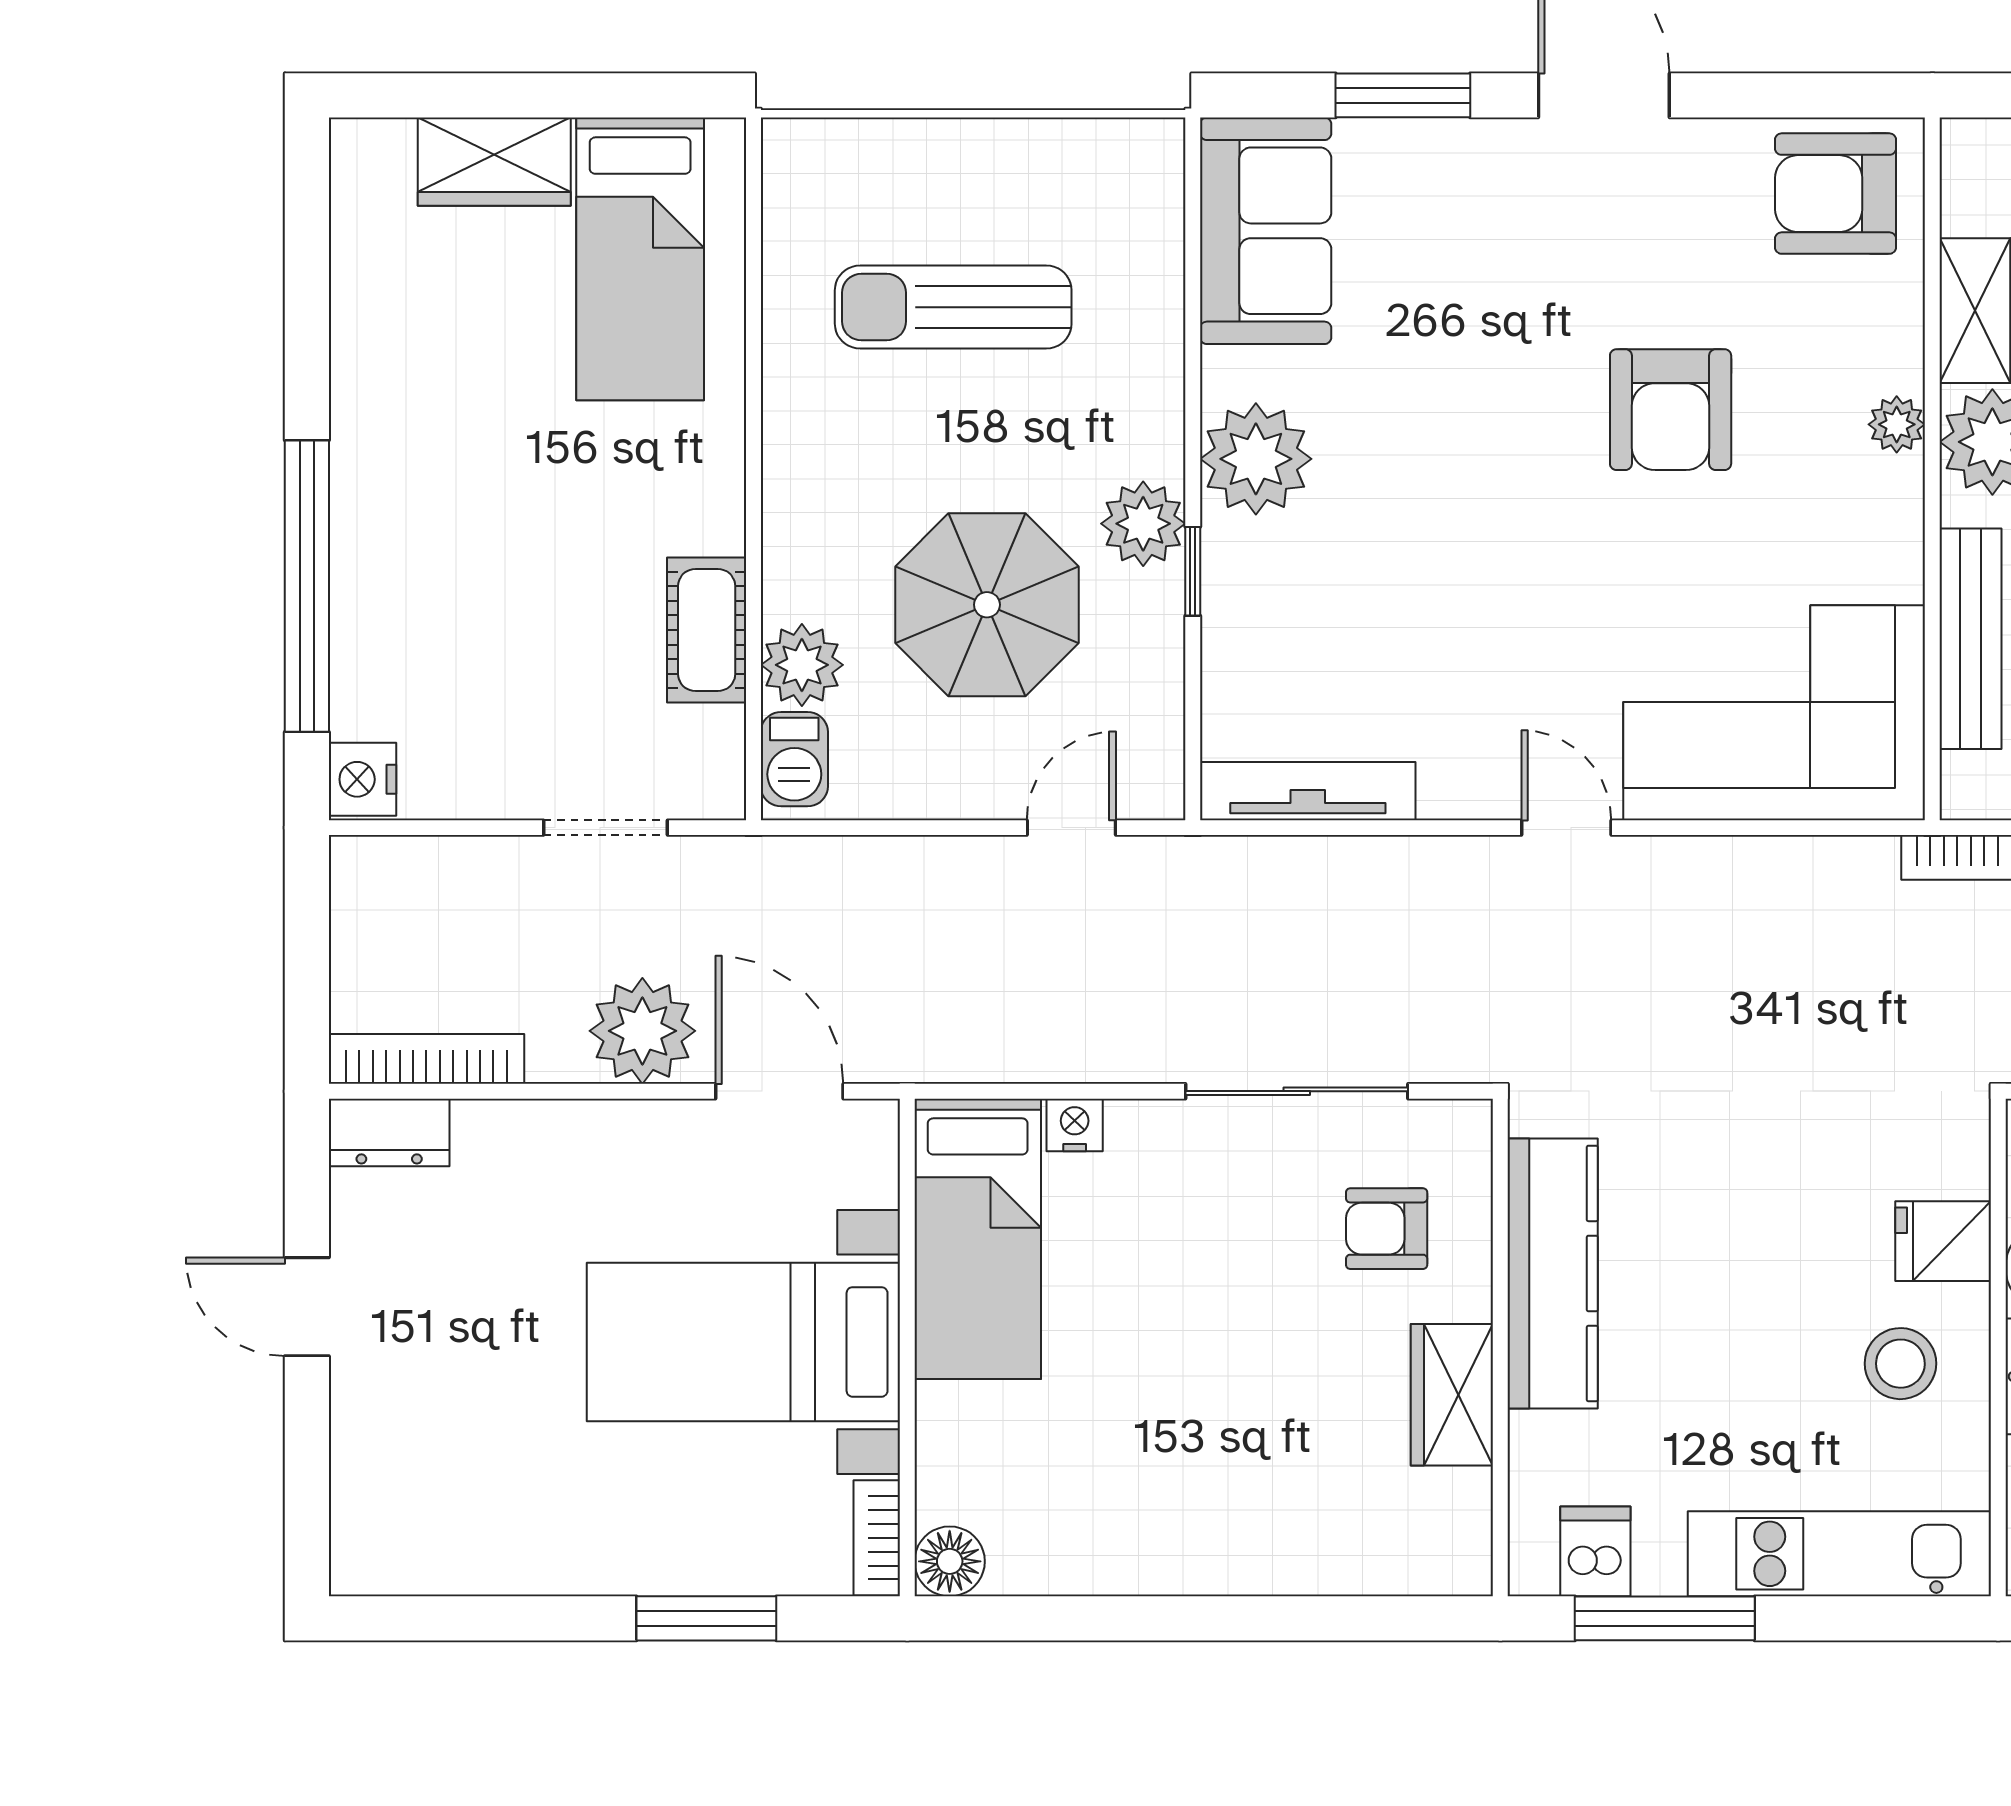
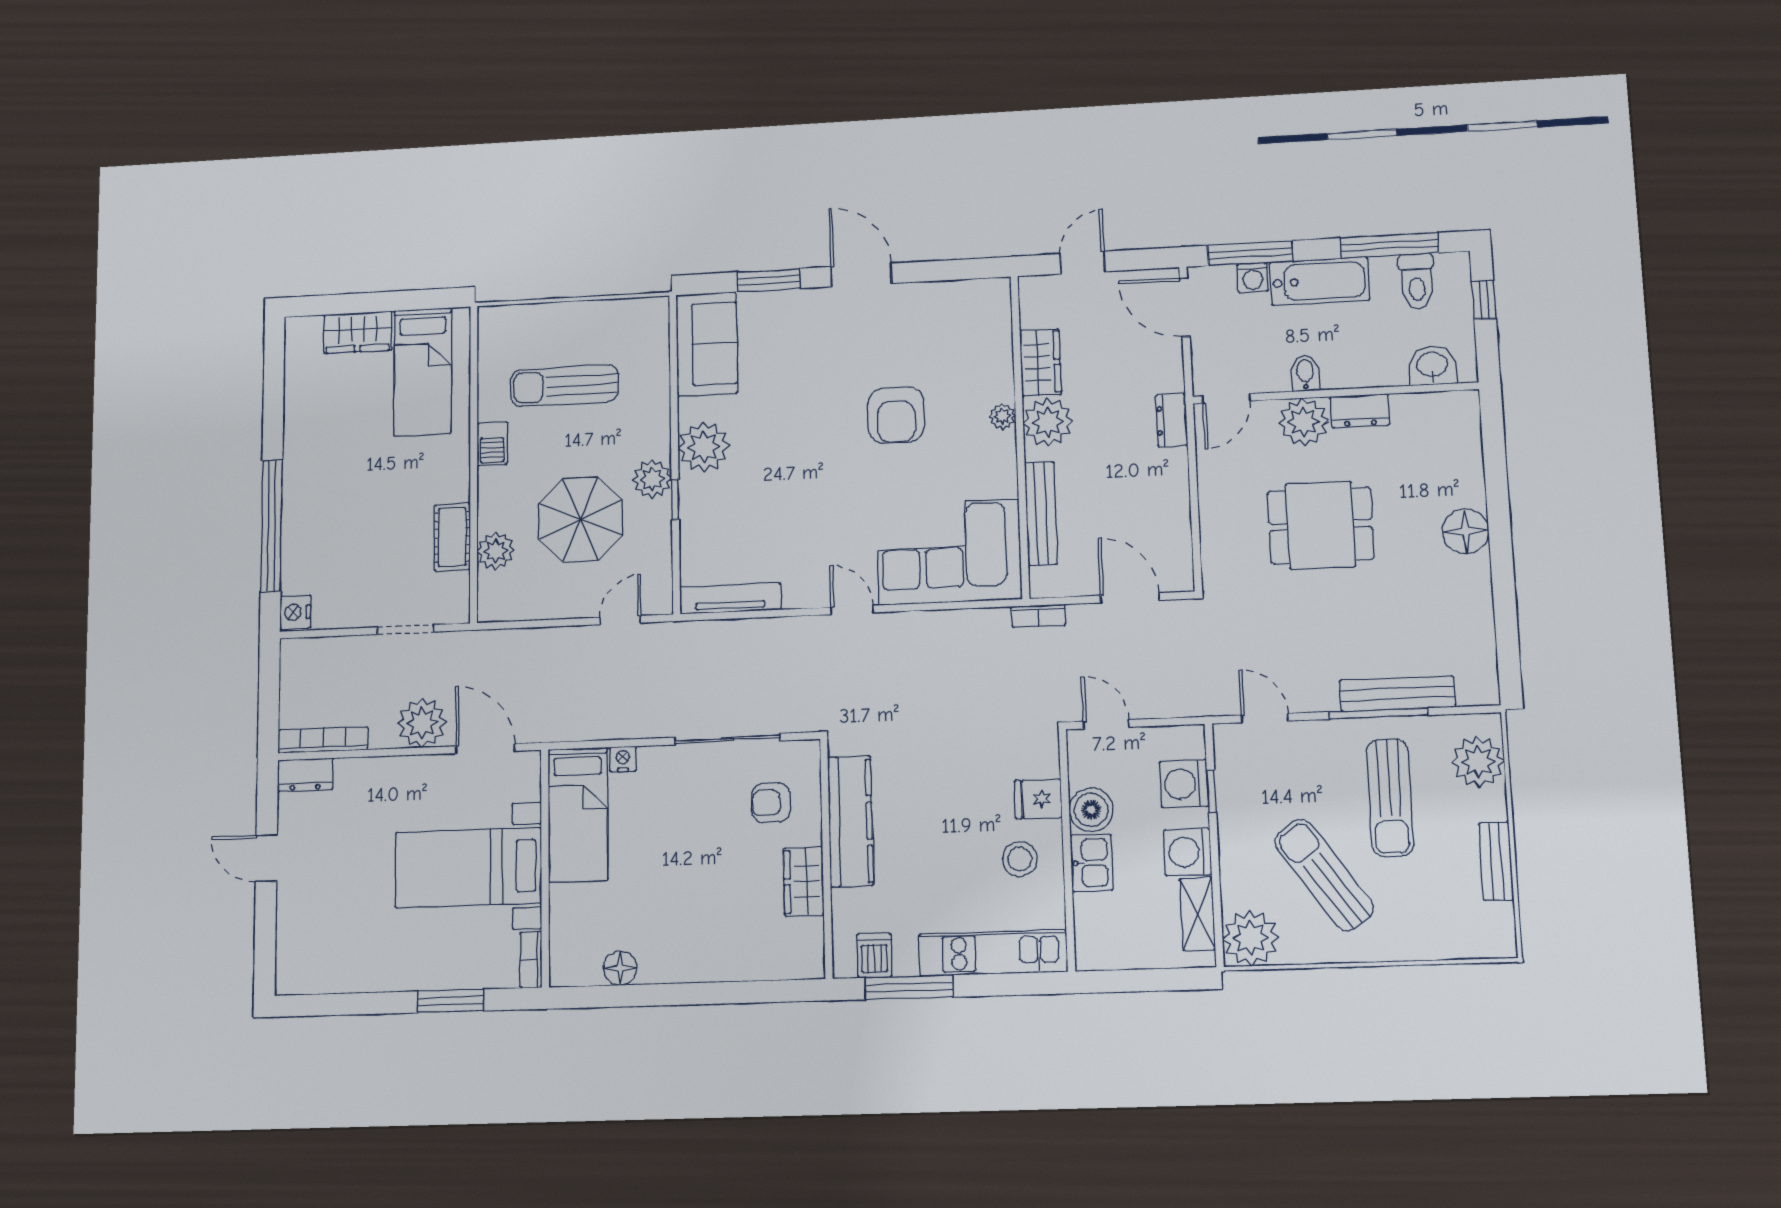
armchair: (1835, 194) -> (970, 313), removed
barbecue: (794, 759) -> (492, 444), moved
floor lamp: (950, 1561) -> (620, 968), moved

